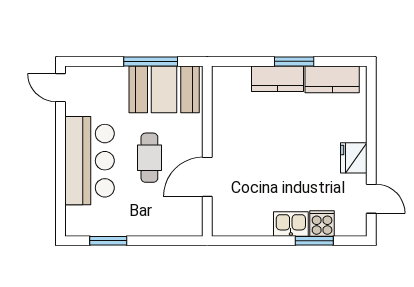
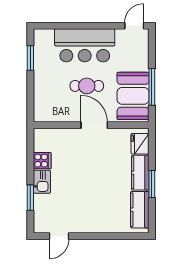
fridge: (354, 158) -> (140, 144), moved, turned -90
door: (207, 177) -> (94, 125), moved
cooker: (322, 224) -> (42, 161), moved

